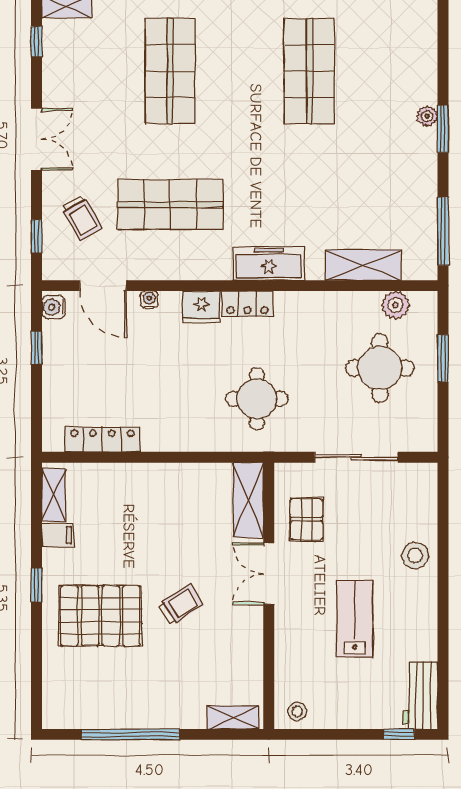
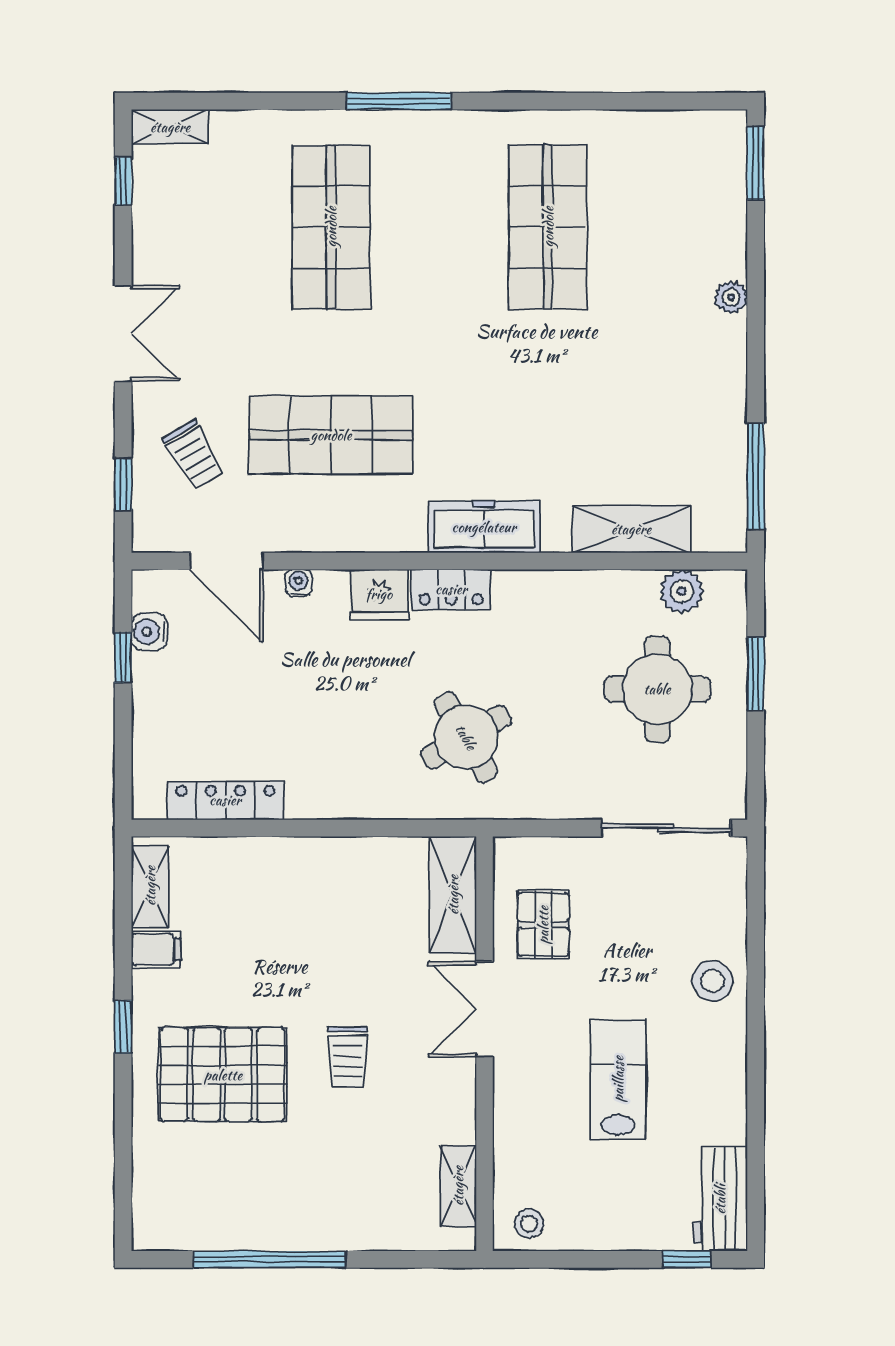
window: (443, 129) -> (756, 163), moved
water cooler: (54, 307) -> (150, 632), moved
round table: (257, 399) -> (466, 737), turned -30
sliding door: (356, 457) -> (666, 828), moved
trolley: (181, 604) -> (348, 1057), turned 122
shelving: (233, 718) -> (458, 1186), moved, turned 90

